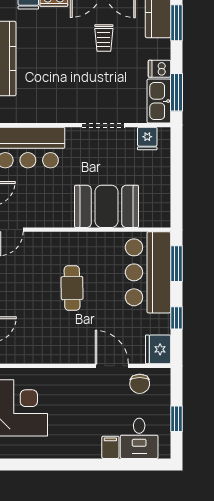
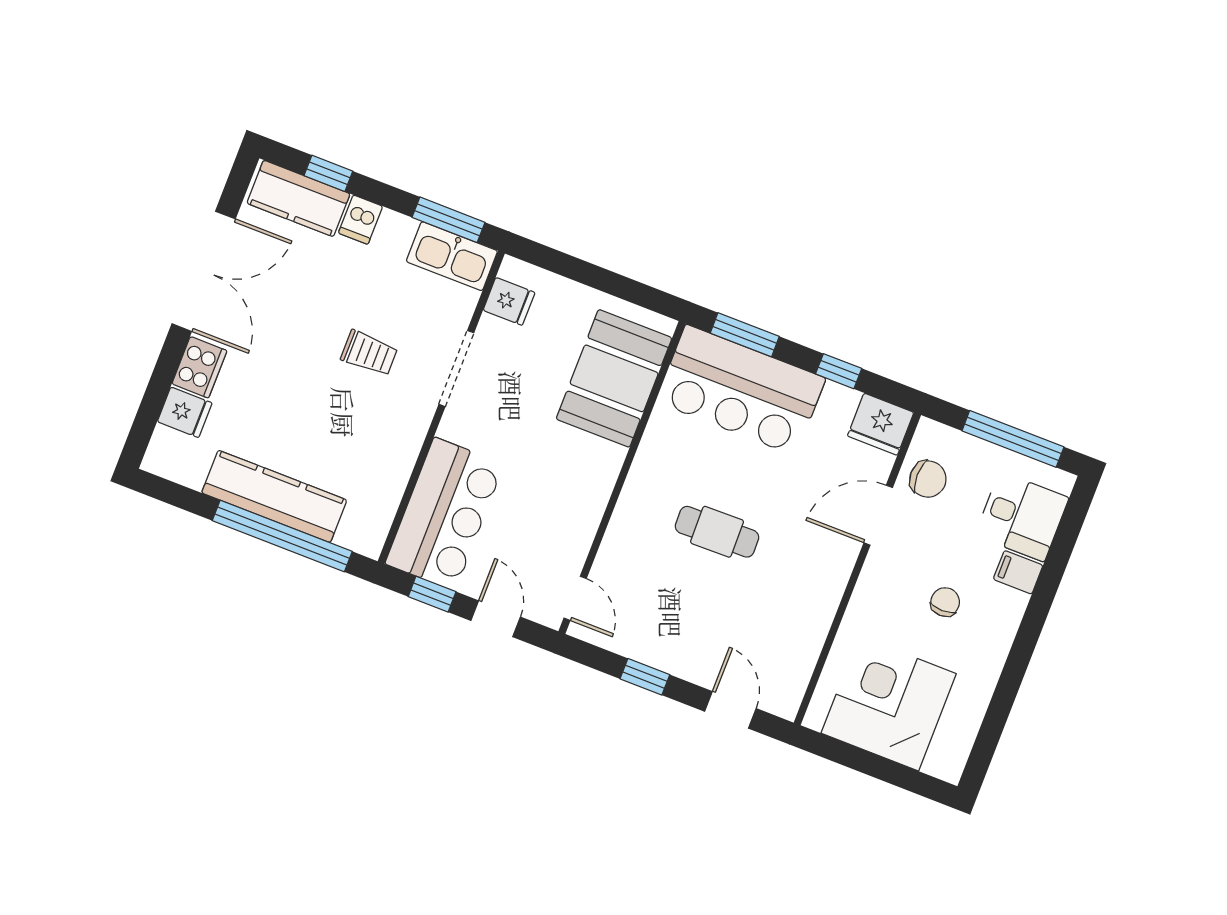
window: (176, 23) -> (328, 173), width x0.67
trolley: (104, 38) -> (369, 353), moved
dishwasher: (159, 69) -> (361, 220), moved
booth: (106, 206) -> (614, 378), moved
chair: (81, 416) -> (945, 602), added
window: (176, 419) -> (1013, 439), width x2.17

